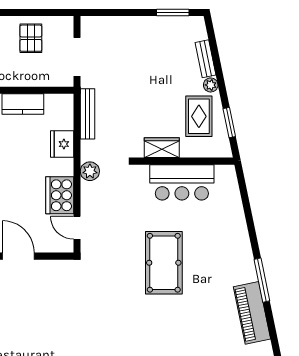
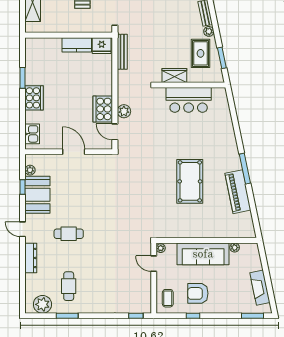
fridge: (62, 144) -> (102, 46), moved, turned -90
plant: (90, 171) -> (124, 111), moved
pool table: (164, 263) -> (190, 181), moved

